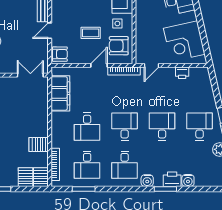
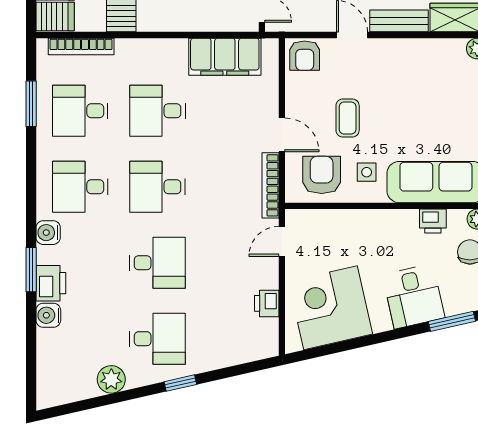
door: (151, 65) -> (282, 241), hinge flipped
desk: (125, 127) -> (158, 187), turned 180

